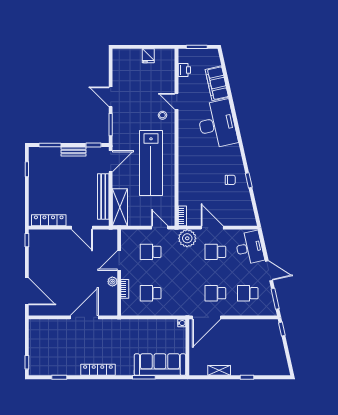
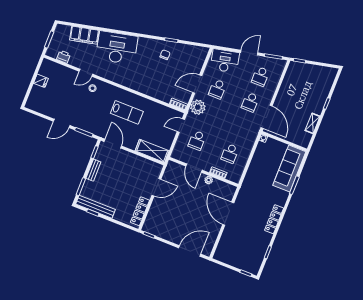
lab bench: (151, 163) -> (127, 112), width x0.54, depth x0.72
bench: (103, 197) -> (96, 207), moved

